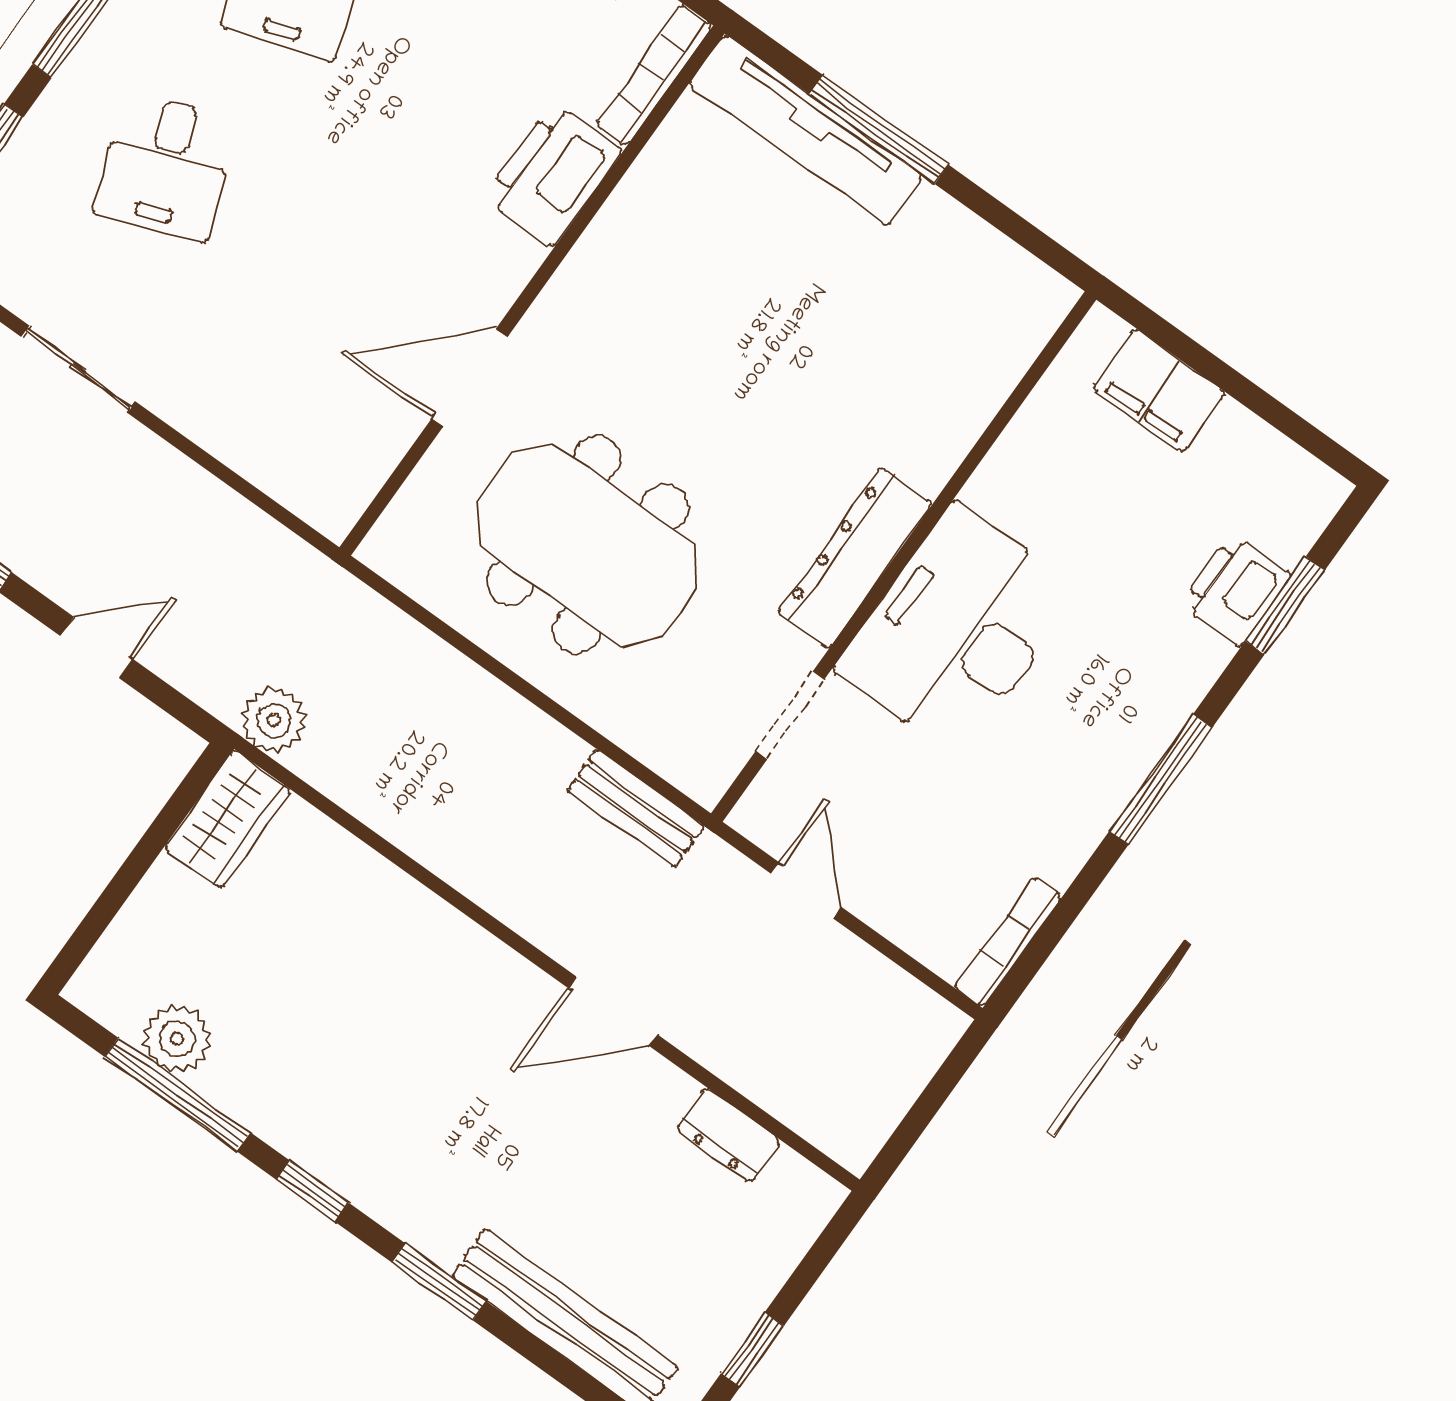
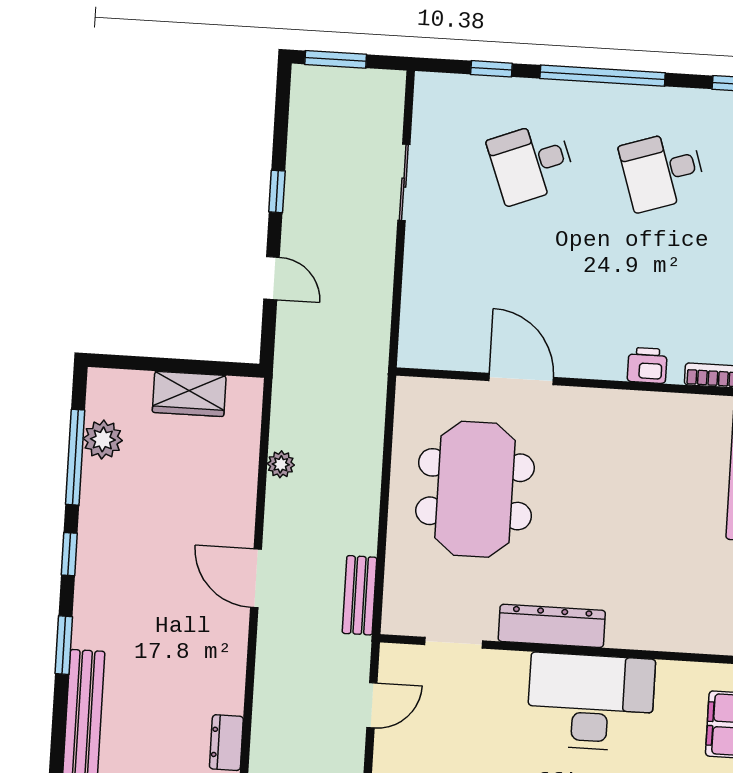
printer: (553, 175) -> (647, 365), width x0.53, depth x0.68
desk: (957, 630) -> (591, 702), moved
plant: (274, 721) -> (281, 464), moved, width x0.73, depth x0.73
wardrobe: (227, 819) -> (189, 394), moved
door: (613, 1011) -> (256, 578), moved

